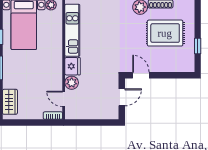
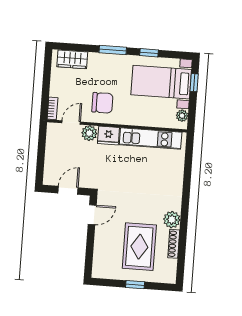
window: (198, 46) -> (135, 285), moved
chair: (45, 73) -> (102, 103), added
door: (122, 97) -> (68, 190), swing flipped

